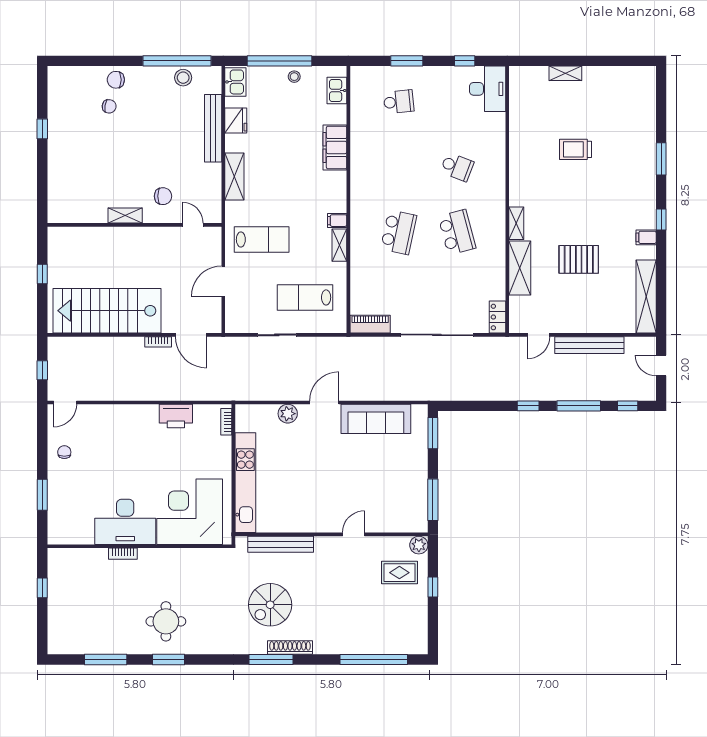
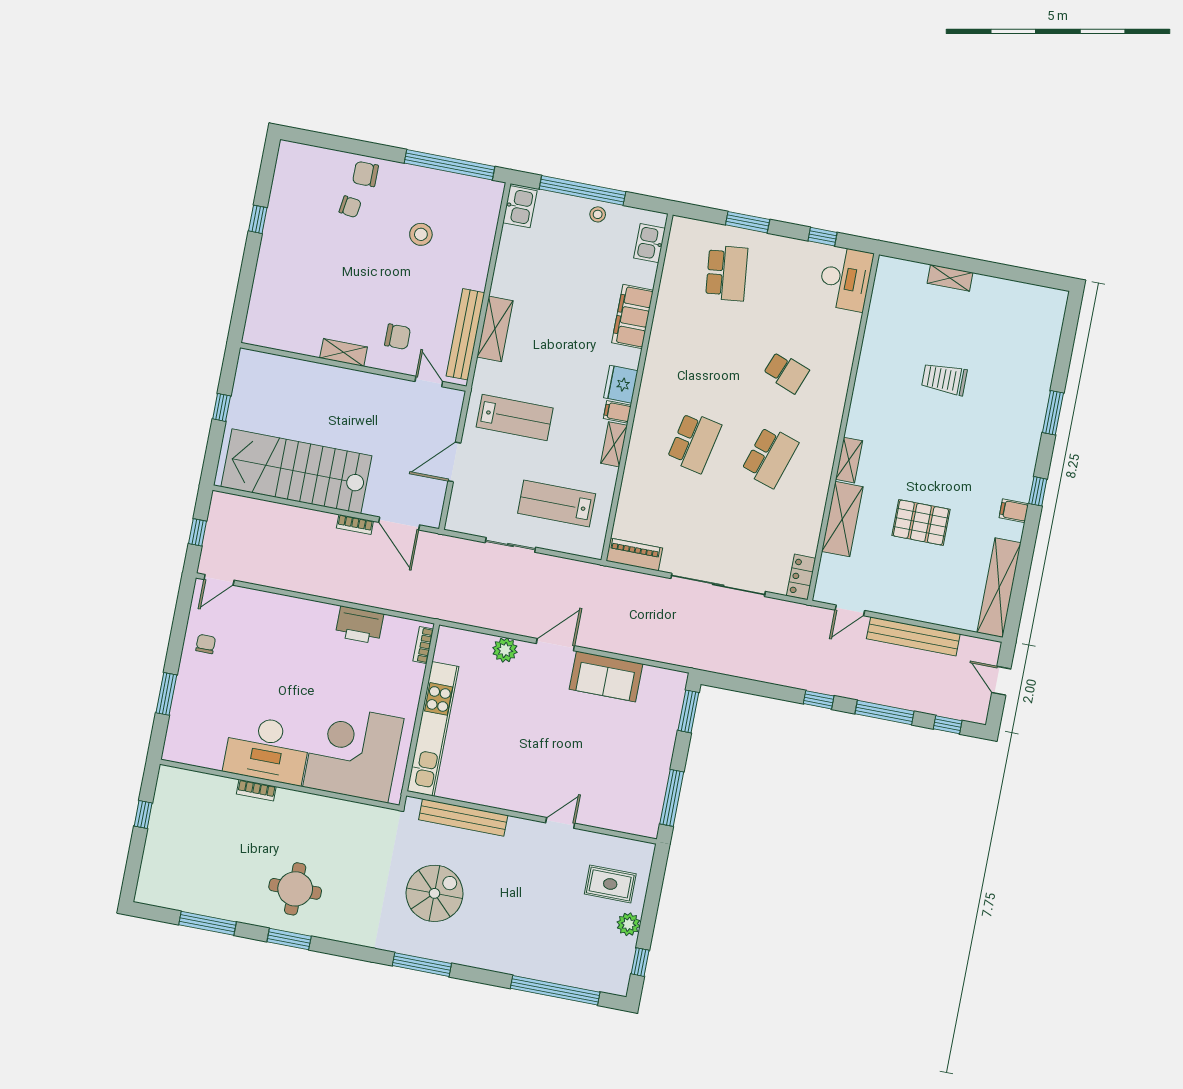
stool: (183, 78) -> (421, 234), moved
school desk: (399, 102) -> (727, 273), width x1.85
fridge: (236, 121) -> (621, 384), moved, turned 180
bench: (213, 128) -> (465, 334), moved
school desk: (457, 232) -> (770, 457), turned 33
sofa: (376, 419) -> (606, 676), width x0.73
plant: (419, 545) -> (629, 924), moved
window: (433, 587) -> (640, 962), moved
spiral stairs: (270, 605) -> (434, 893), turned 180
shoe rack: (290, 648) -> (449, 954), removed

